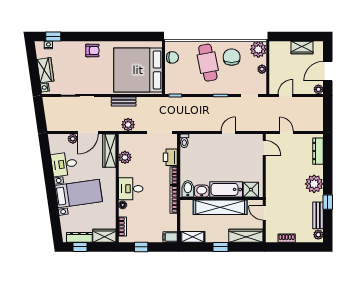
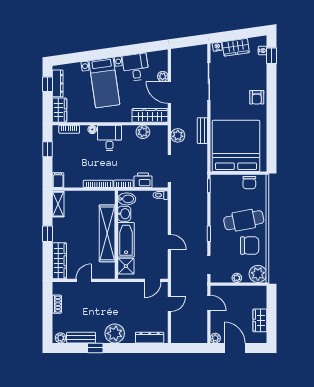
bidet: (188, 189) -> (127, 199), moved
bathtub: (226, 189) -> (126, 240), moved
shower: (251, 190) -> (126, 266), moved
washbasin: (202, 191) -> (124, 214), moved
wall: (221, 199) -> (116, 235), moved
shelving: (220, 207) -> (107, 233), moved

